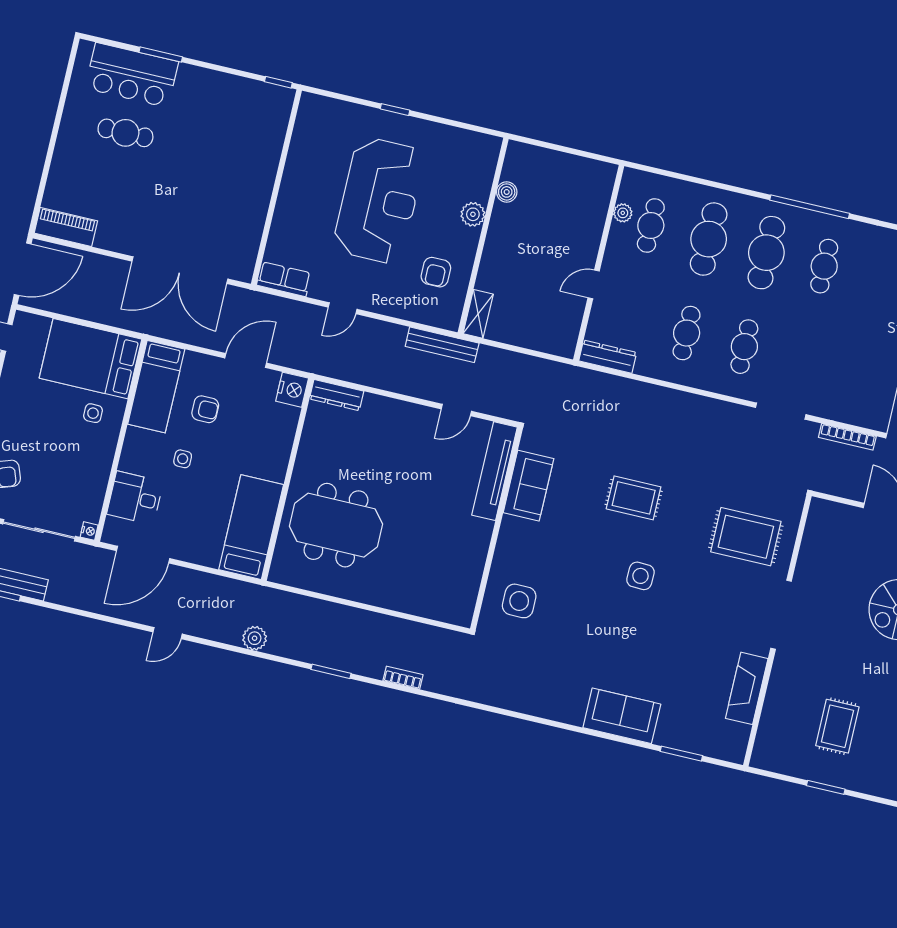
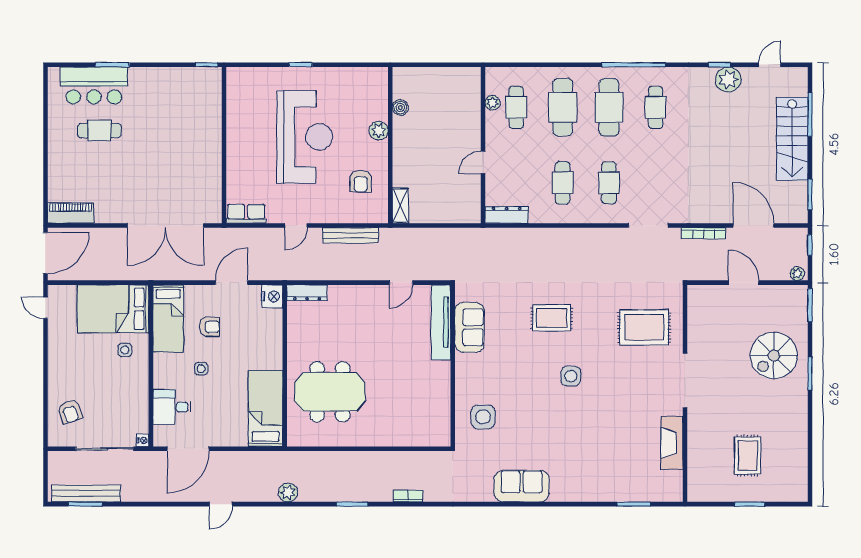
bench: (442, 345) -> (351, 235), moved
sofa: (622, 716) -> (522, 486), moved

